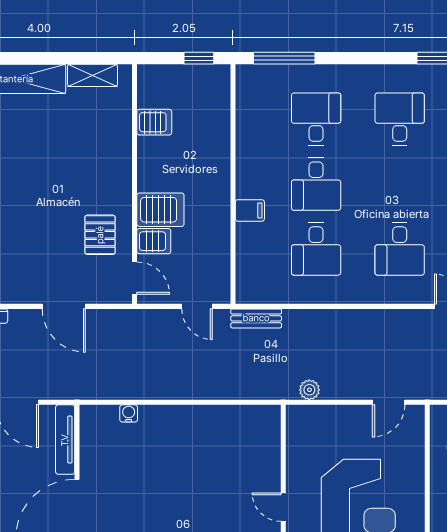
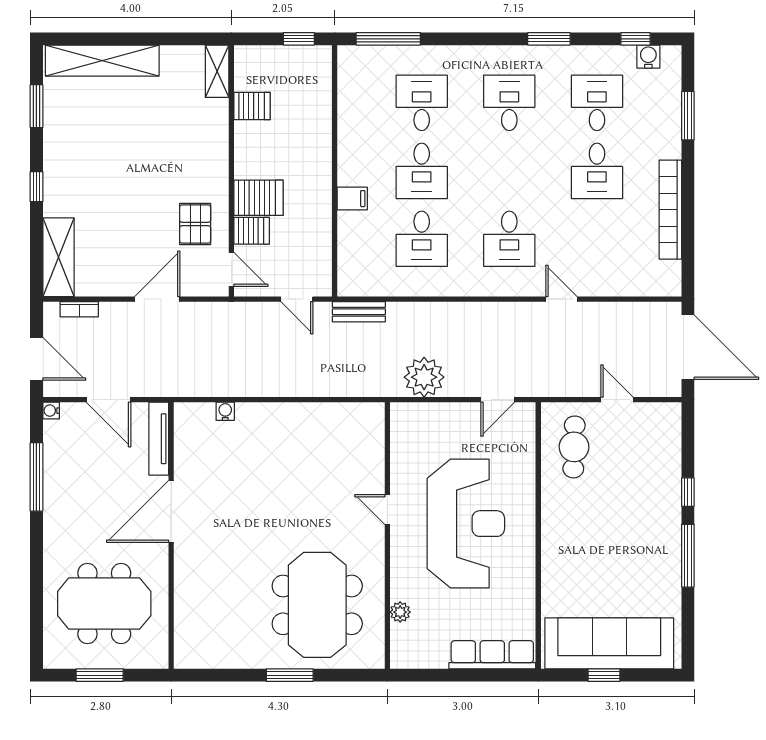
shelving: (93, 75) -> (217, 71), moved, turned 90
door: (64, 306) -> (157, 299), swing flipped
plant: (309, 390) -> (424, 377), width x1.88, depth x1.88

